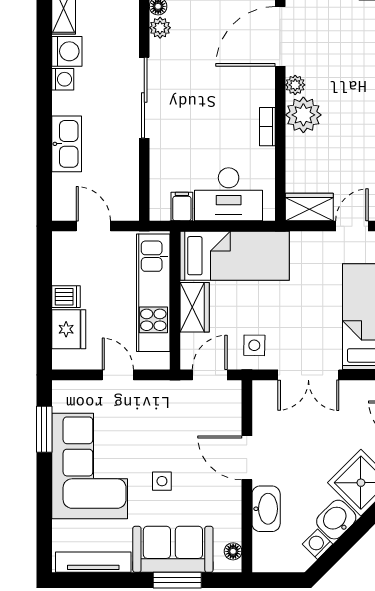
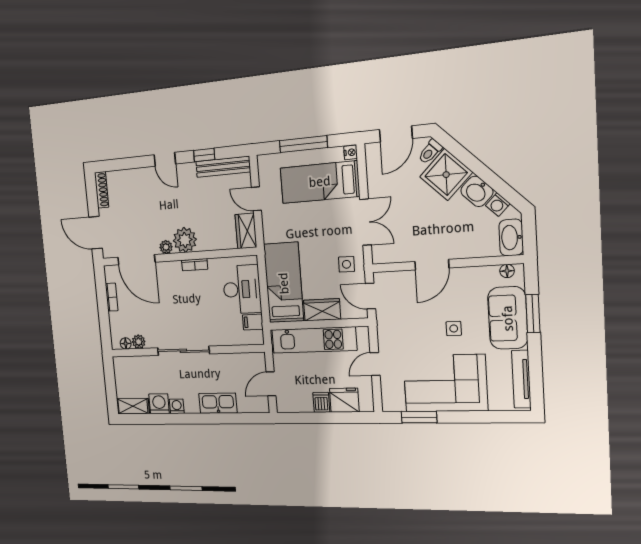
washbasin: (266, 509) -> (511, 237), moved, turned -90

